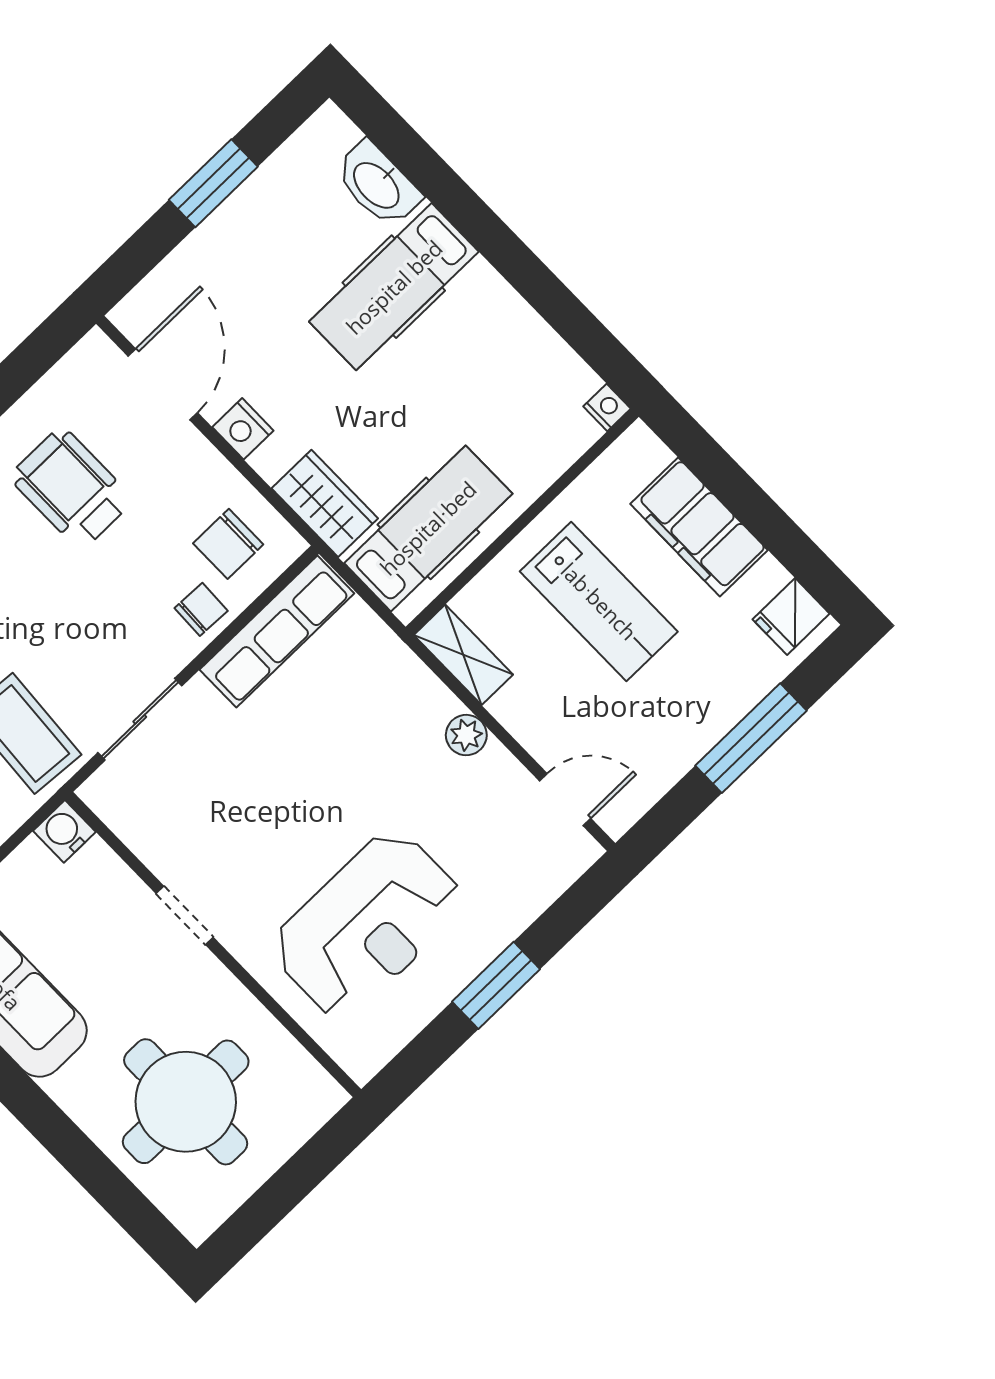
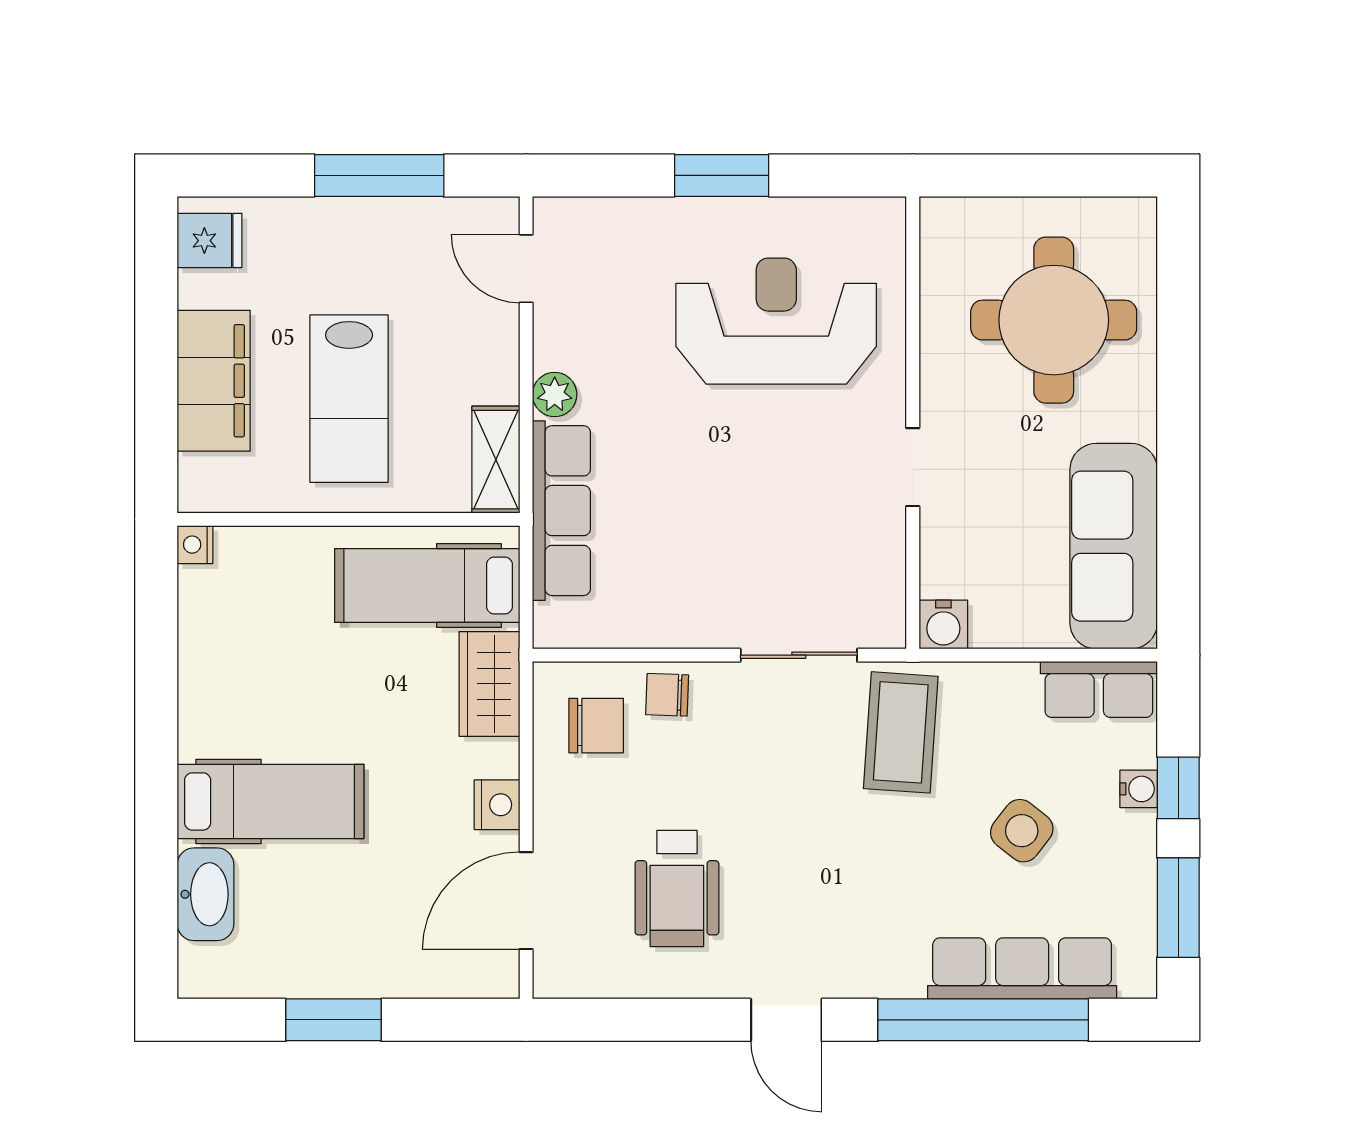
lab bench: (599, 601) -> (349, 399), turned 180
row of seats: (277, 631) -> (561, 511), moved, turned 90
window: (751, 738) -> (379, 175), moved

